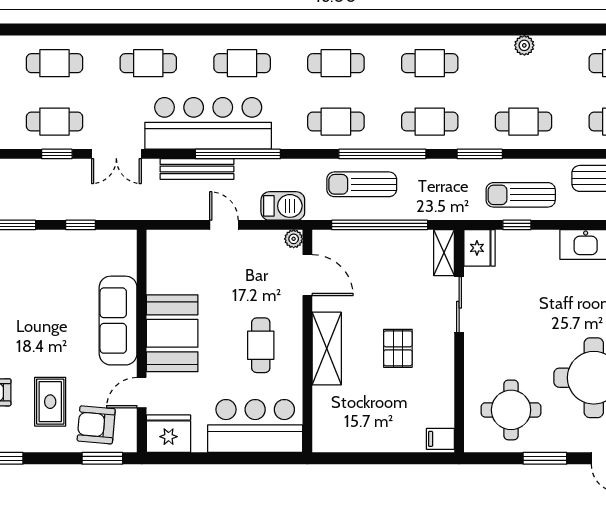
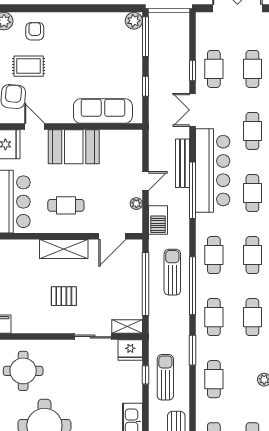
plant: (294, 239) -> (136, 204), moved
sofa: (118, 321) -> (103, 111), moved

